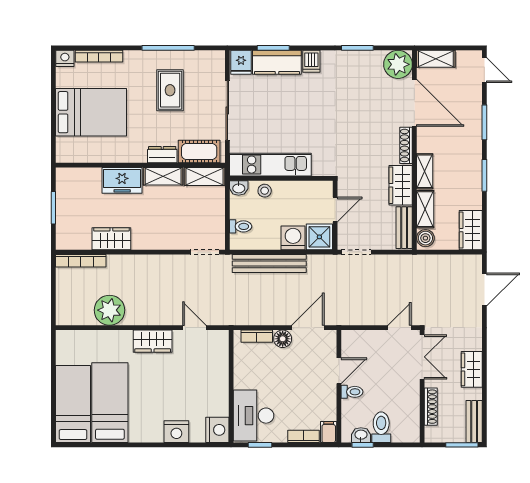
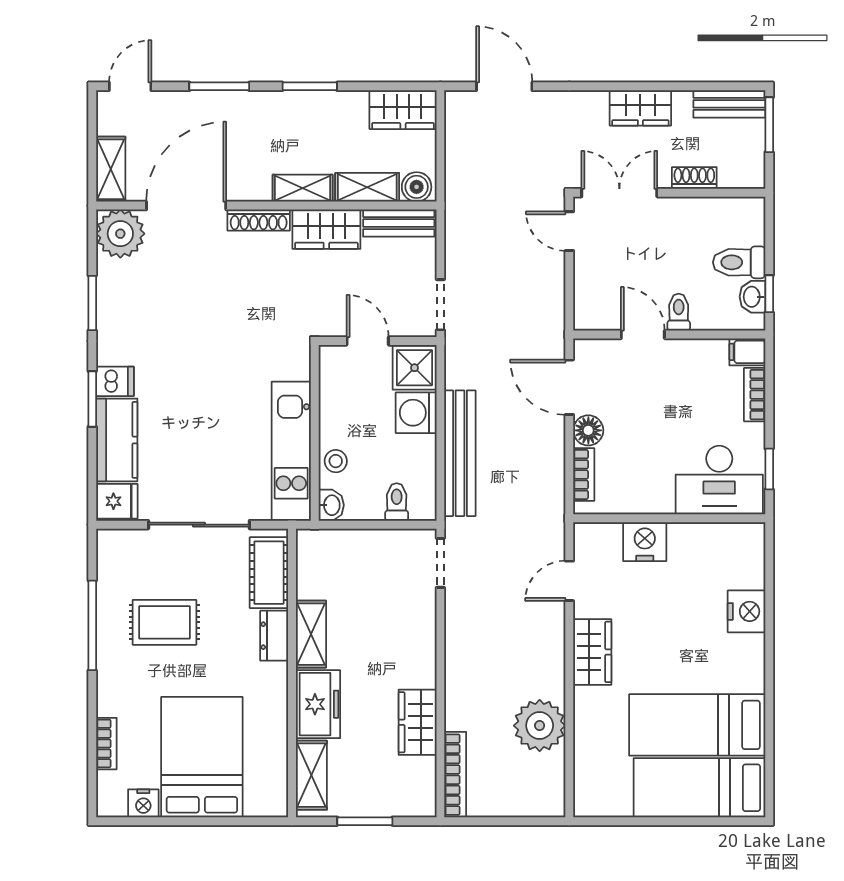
window: (273, 48) -> (92, 399), moved
bookcase: (99, 56) -> (106, 744), width x0.64
nightstand: (65, 58) -> (143, 803), moved, turned -90
shelving: (204, 176) -> (311, 775), moved
shoe rack: (431, 407) -> (694, 178), width x0.70
nightstand: (217, 430) -> (645, 542), moved

